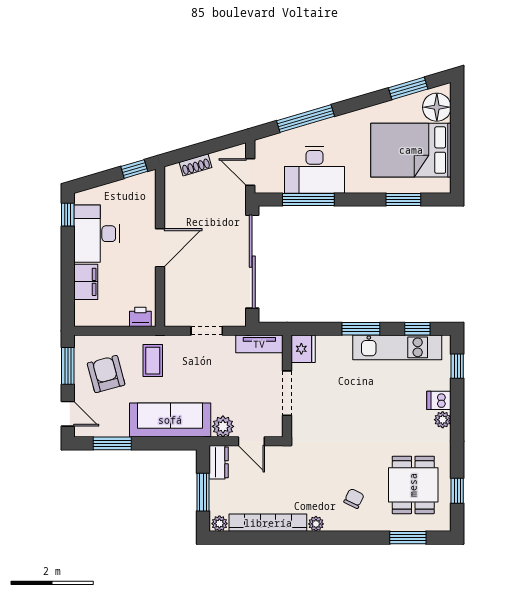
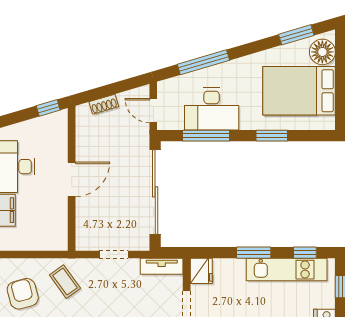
window: (403, 200) -> (272, 136), moved
printer: (140, 317) -> (54, 242), removed
coffee table: (153, 361) -> (65, 282), turned -36

